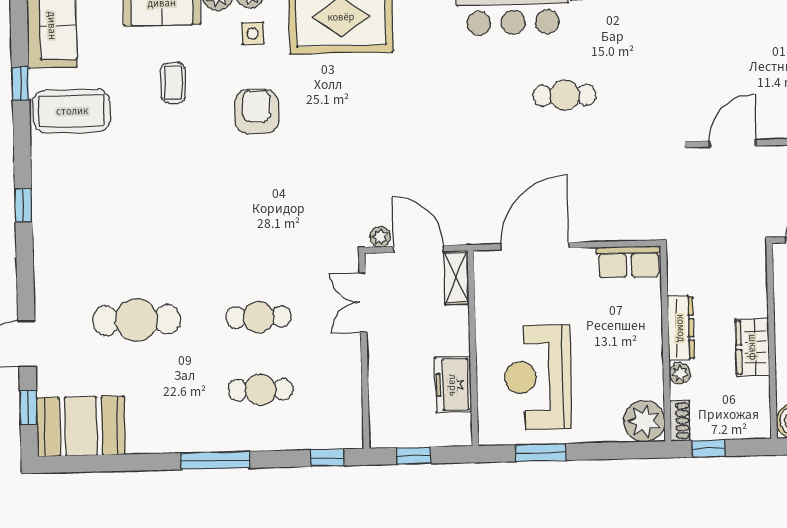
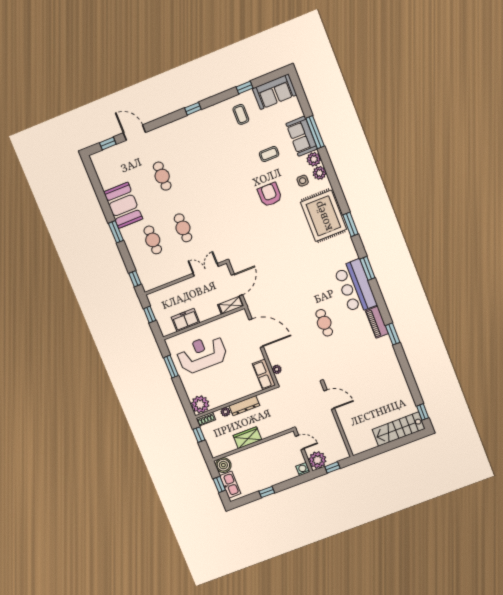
coffee table: (72, 111) -> (241, 114), width x0.54, depth x0.58
armchair: (257, 112) -> (270, 195), turned -90
plant: (380, 237) -> (277, 369), moved
cafe table: (136, 320) -> (162, 176), width x0.73, depth x0.74
booth: (81, 426) -> (123, 205), moved
window: (215, 461) -> (116, 232), width x0.69

